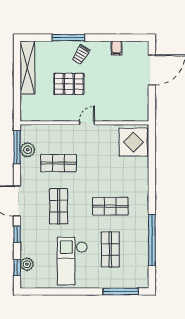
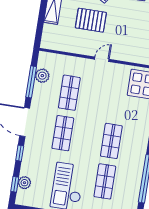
window: (17, 147) -> (31, 82), moved
shop shelf: (59, 163) -> (69, 93), turned 90
shop shelf: (110, 206) -> (111, 141), turned 90

